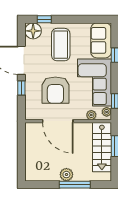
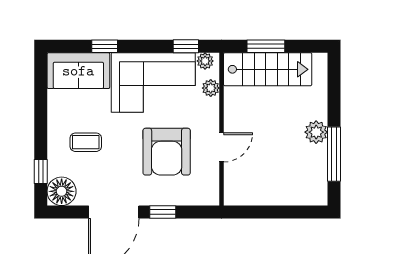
coffee table: (61, 45) -> (86, 142), width x0.54, depth x0.58
armchair: (55, 90) -> (167, 152), turned 90
door: (58, 121) -> (221, 147), width x0.53
window: (75, 185) -> (334, 154), moved

